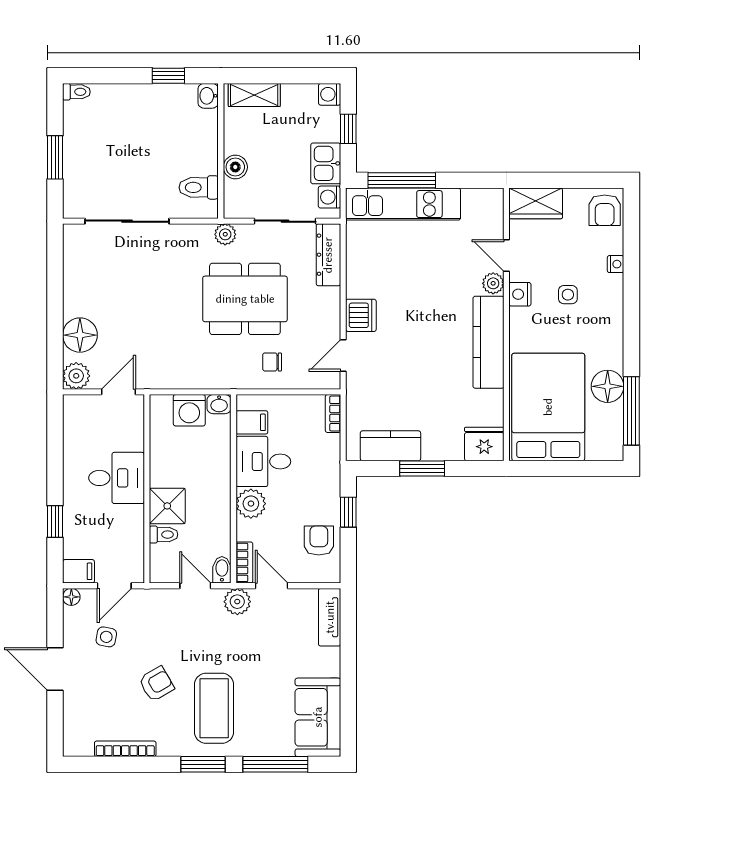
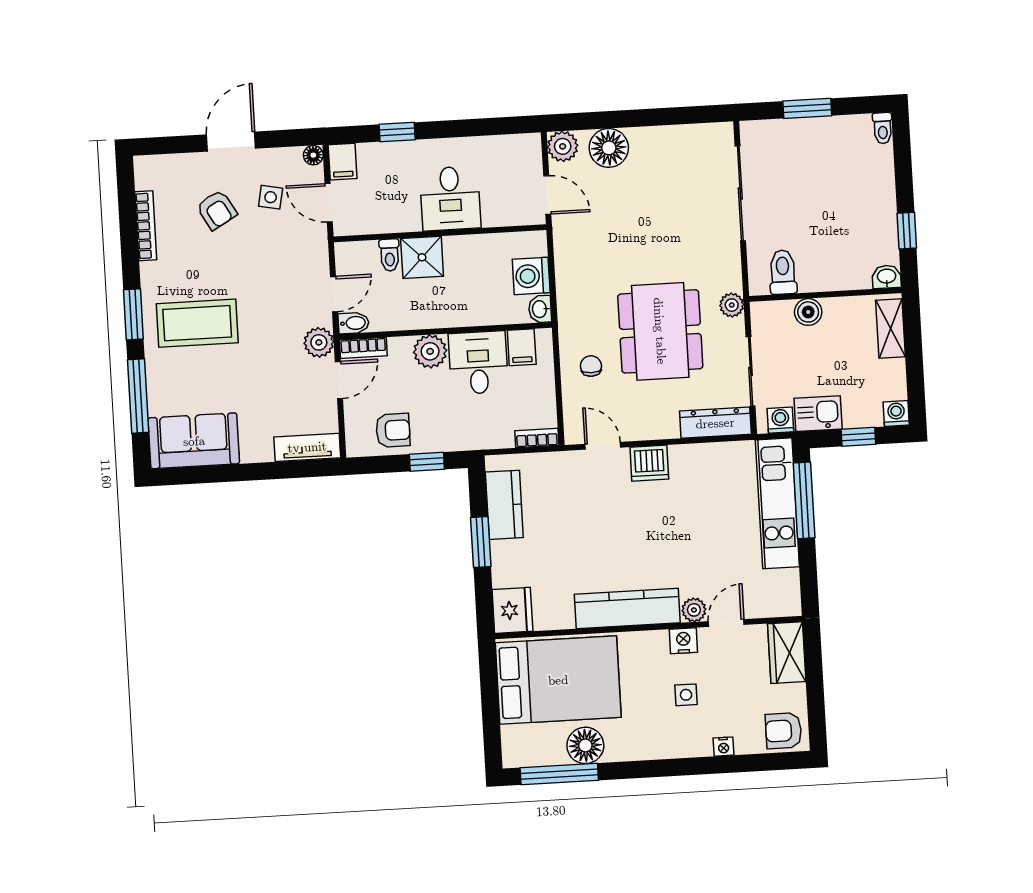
armchair: (156, 684) -> (217, 210), moved

